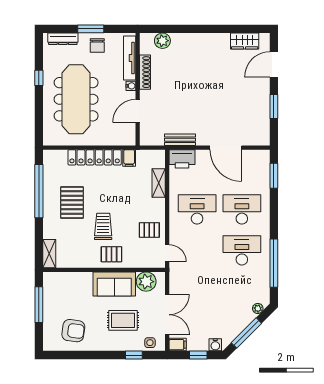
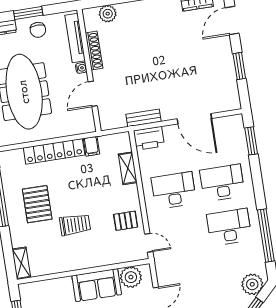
trolley: (103, 226) -> (75, 225), turned 90
pallet: (111, 254) -> (89, 253), removed
plant: (258, 308) -> (252, 284), width x1.87, depth x1.87

